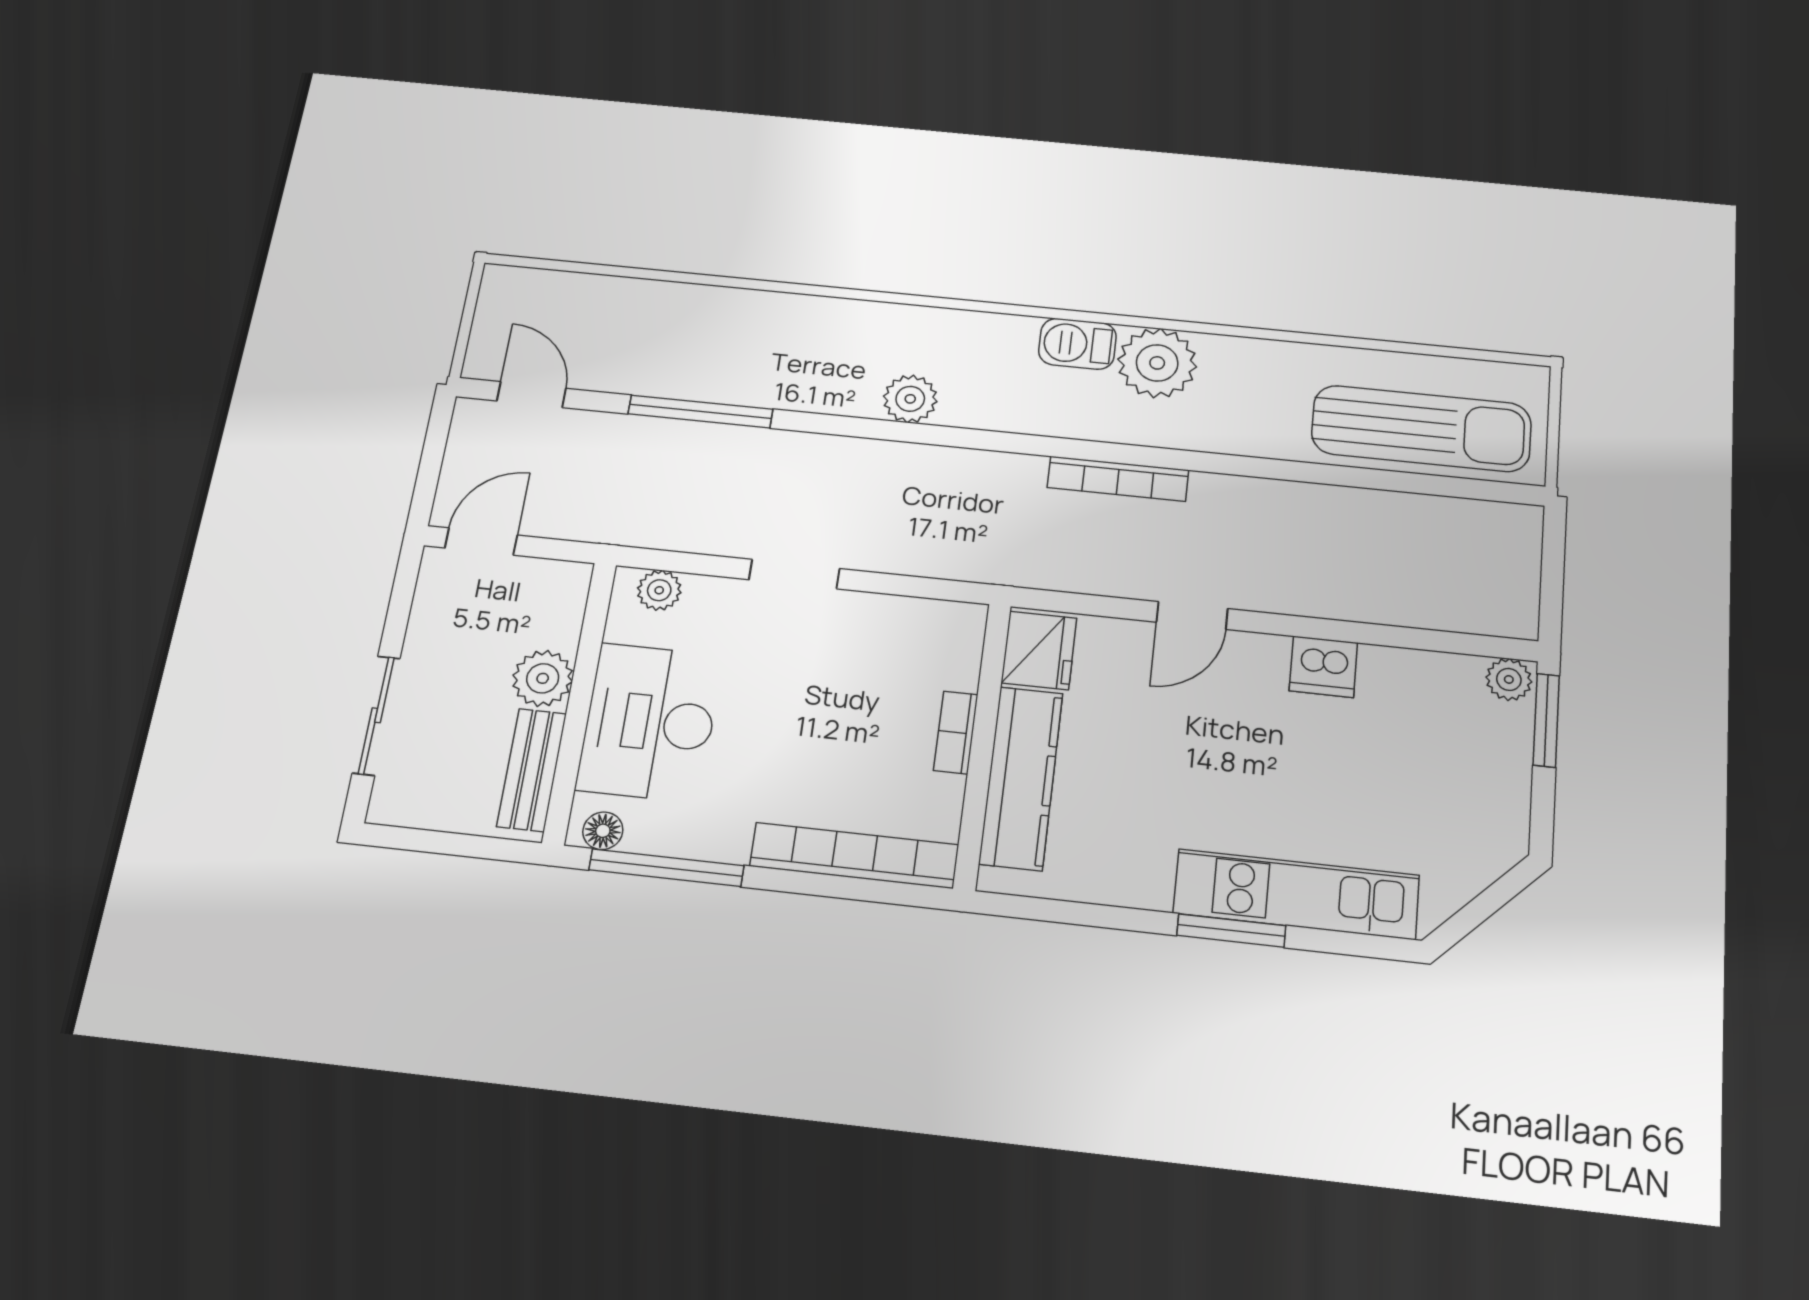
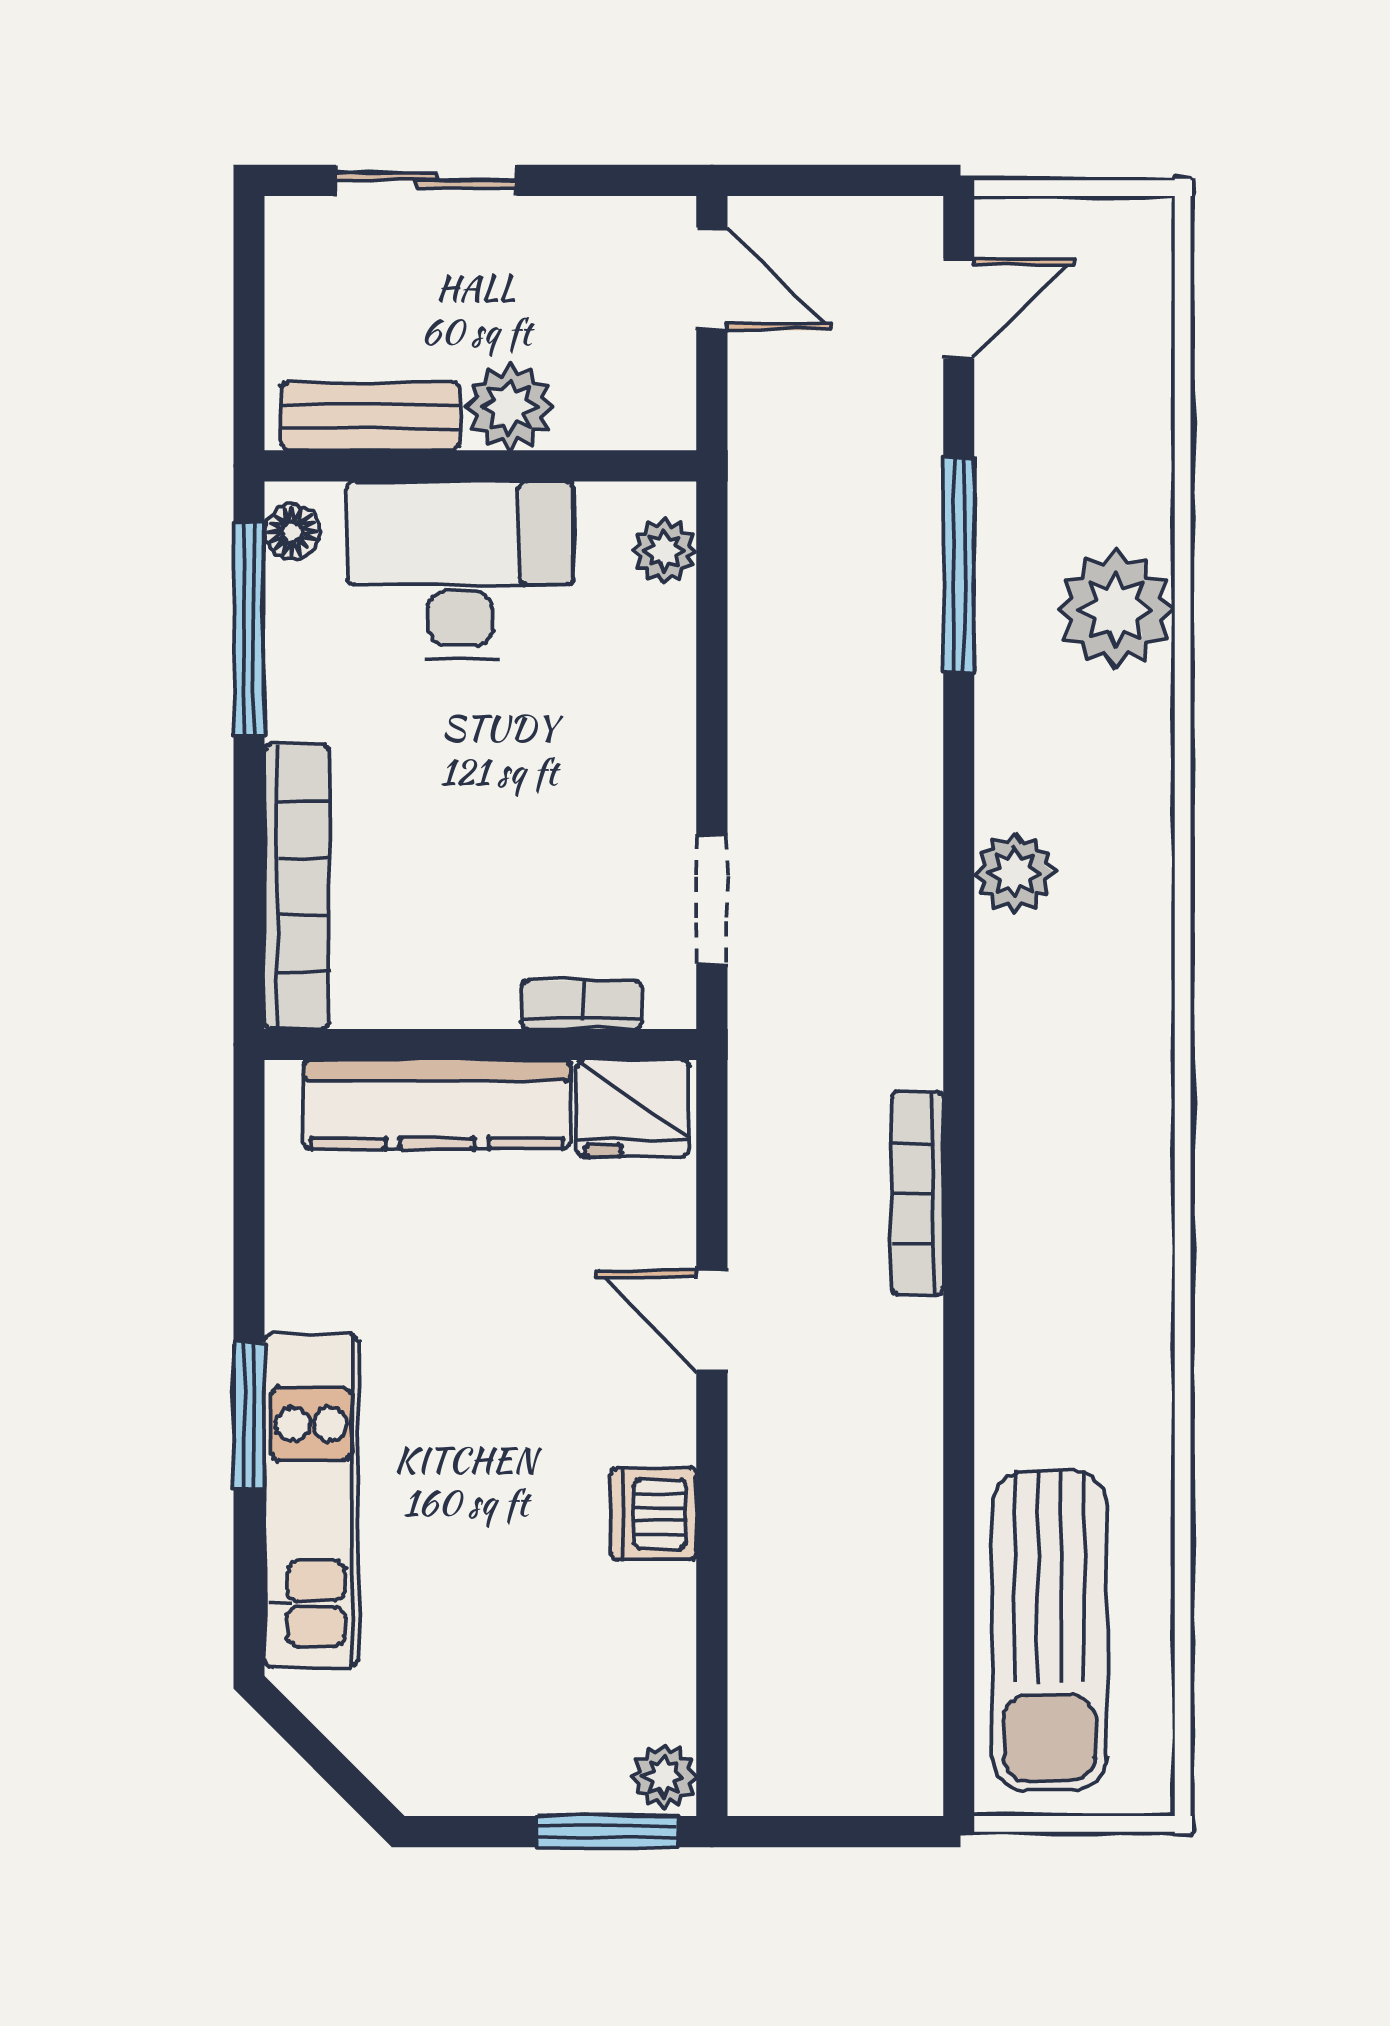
barbecue: (1077, 344) -> (1135, 1111), removed
plant: (1157, 363) -> (1116, 609), moved
doorway: (794, 574) -> (712, 900), moved
bookcase: (956, 732) -> (582, 1005), moved

